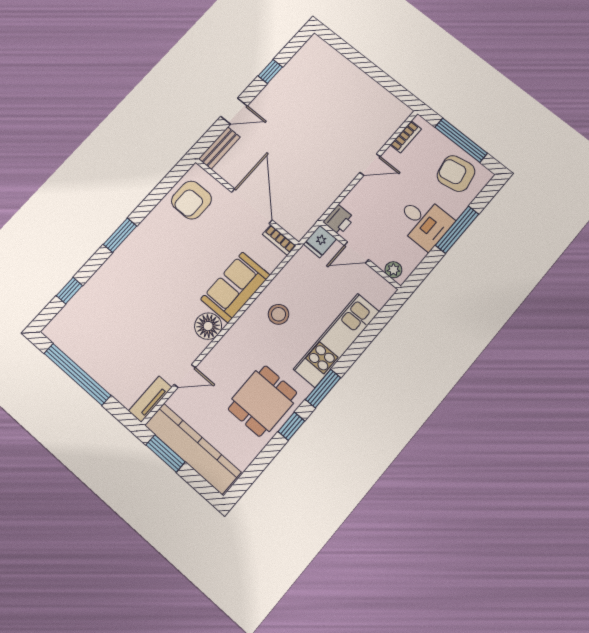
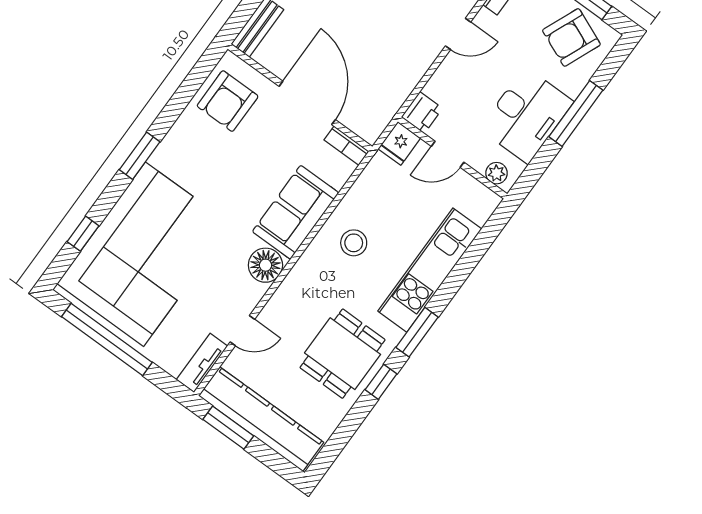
armchair: (456, 174) -> (571, 37), turned -56
desk: (424, 222) -> (526, 115), width x1.37
corner sofa: (115, 310) -> (144, 254), added

